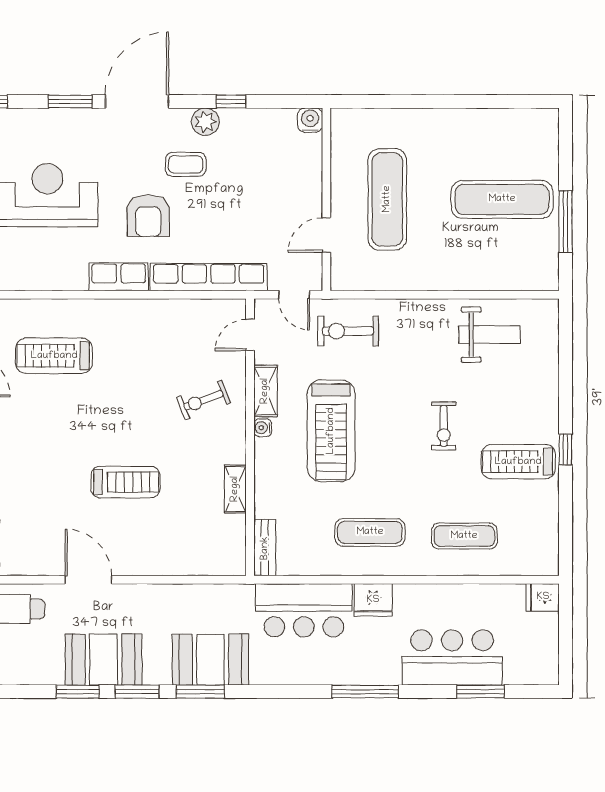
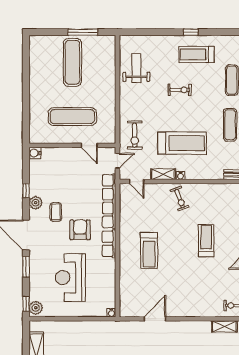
armchair: (148, 216) -> (80, 230), turned -90
treadmill: (54, 356) -> (149, 250), moved
exercise bike: (203, 400) -> (180, 199), moved
treadmill: (518, 462) -> (197, 54), turned 90
shelving: (235, 489) -> (209, 188), removed

